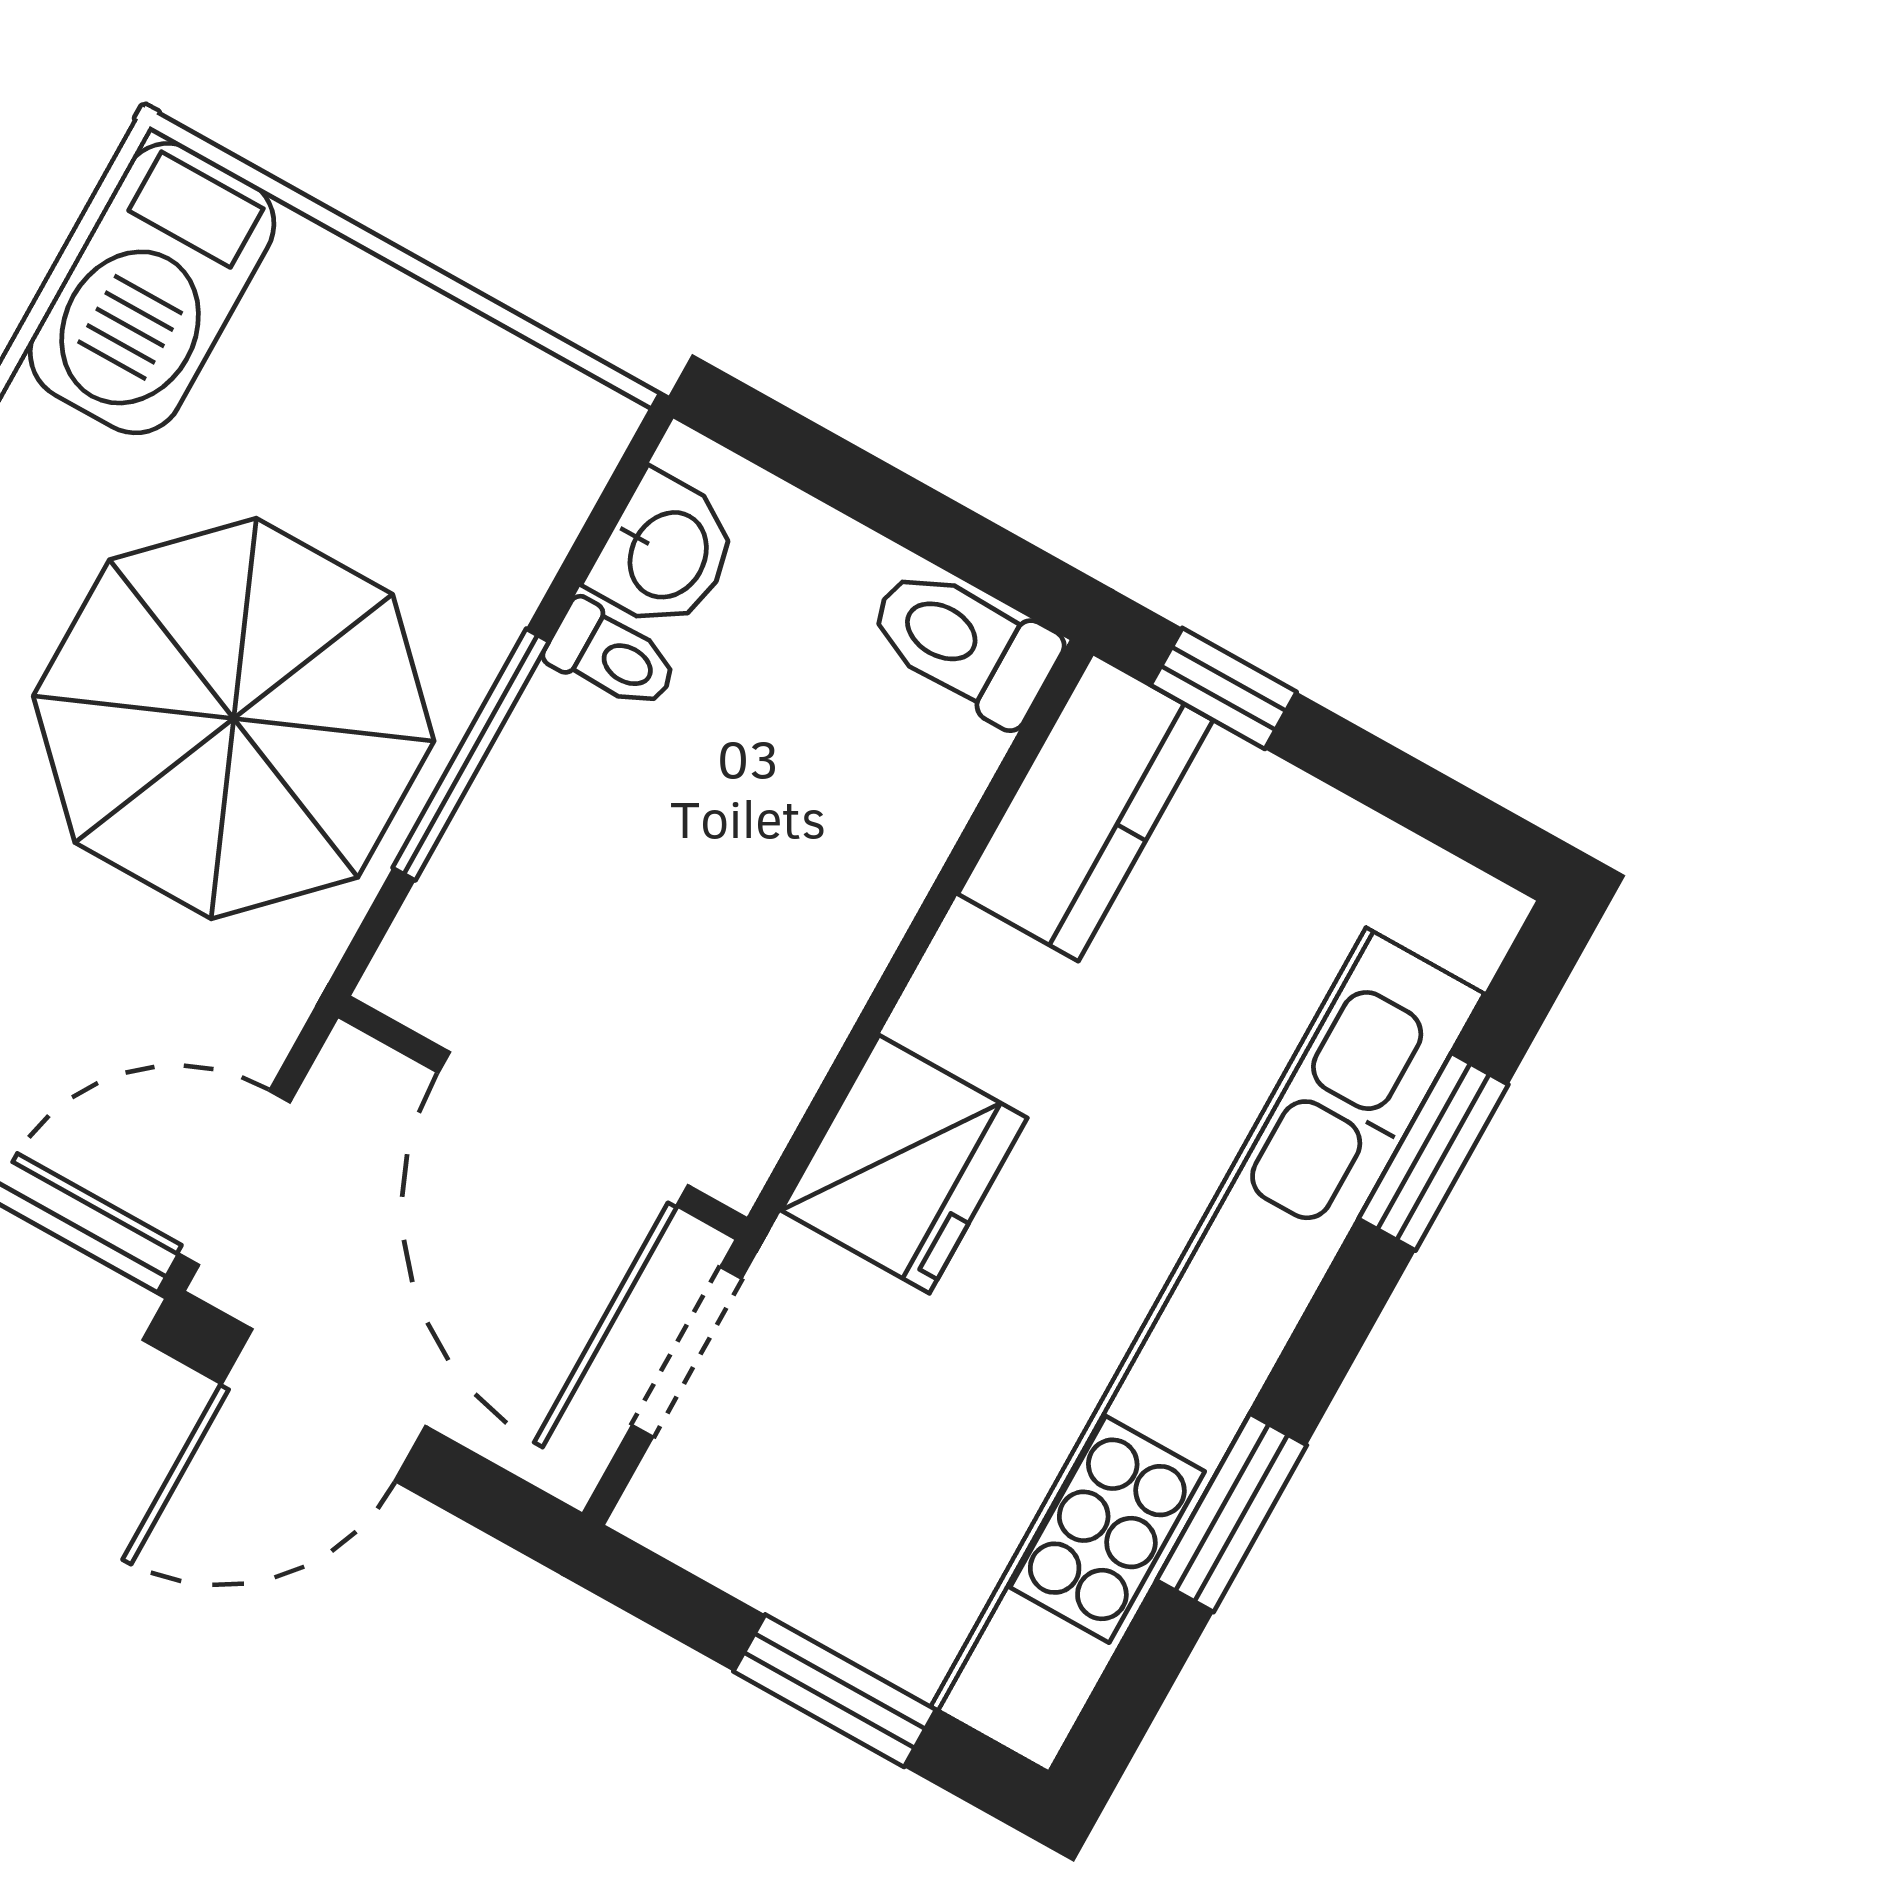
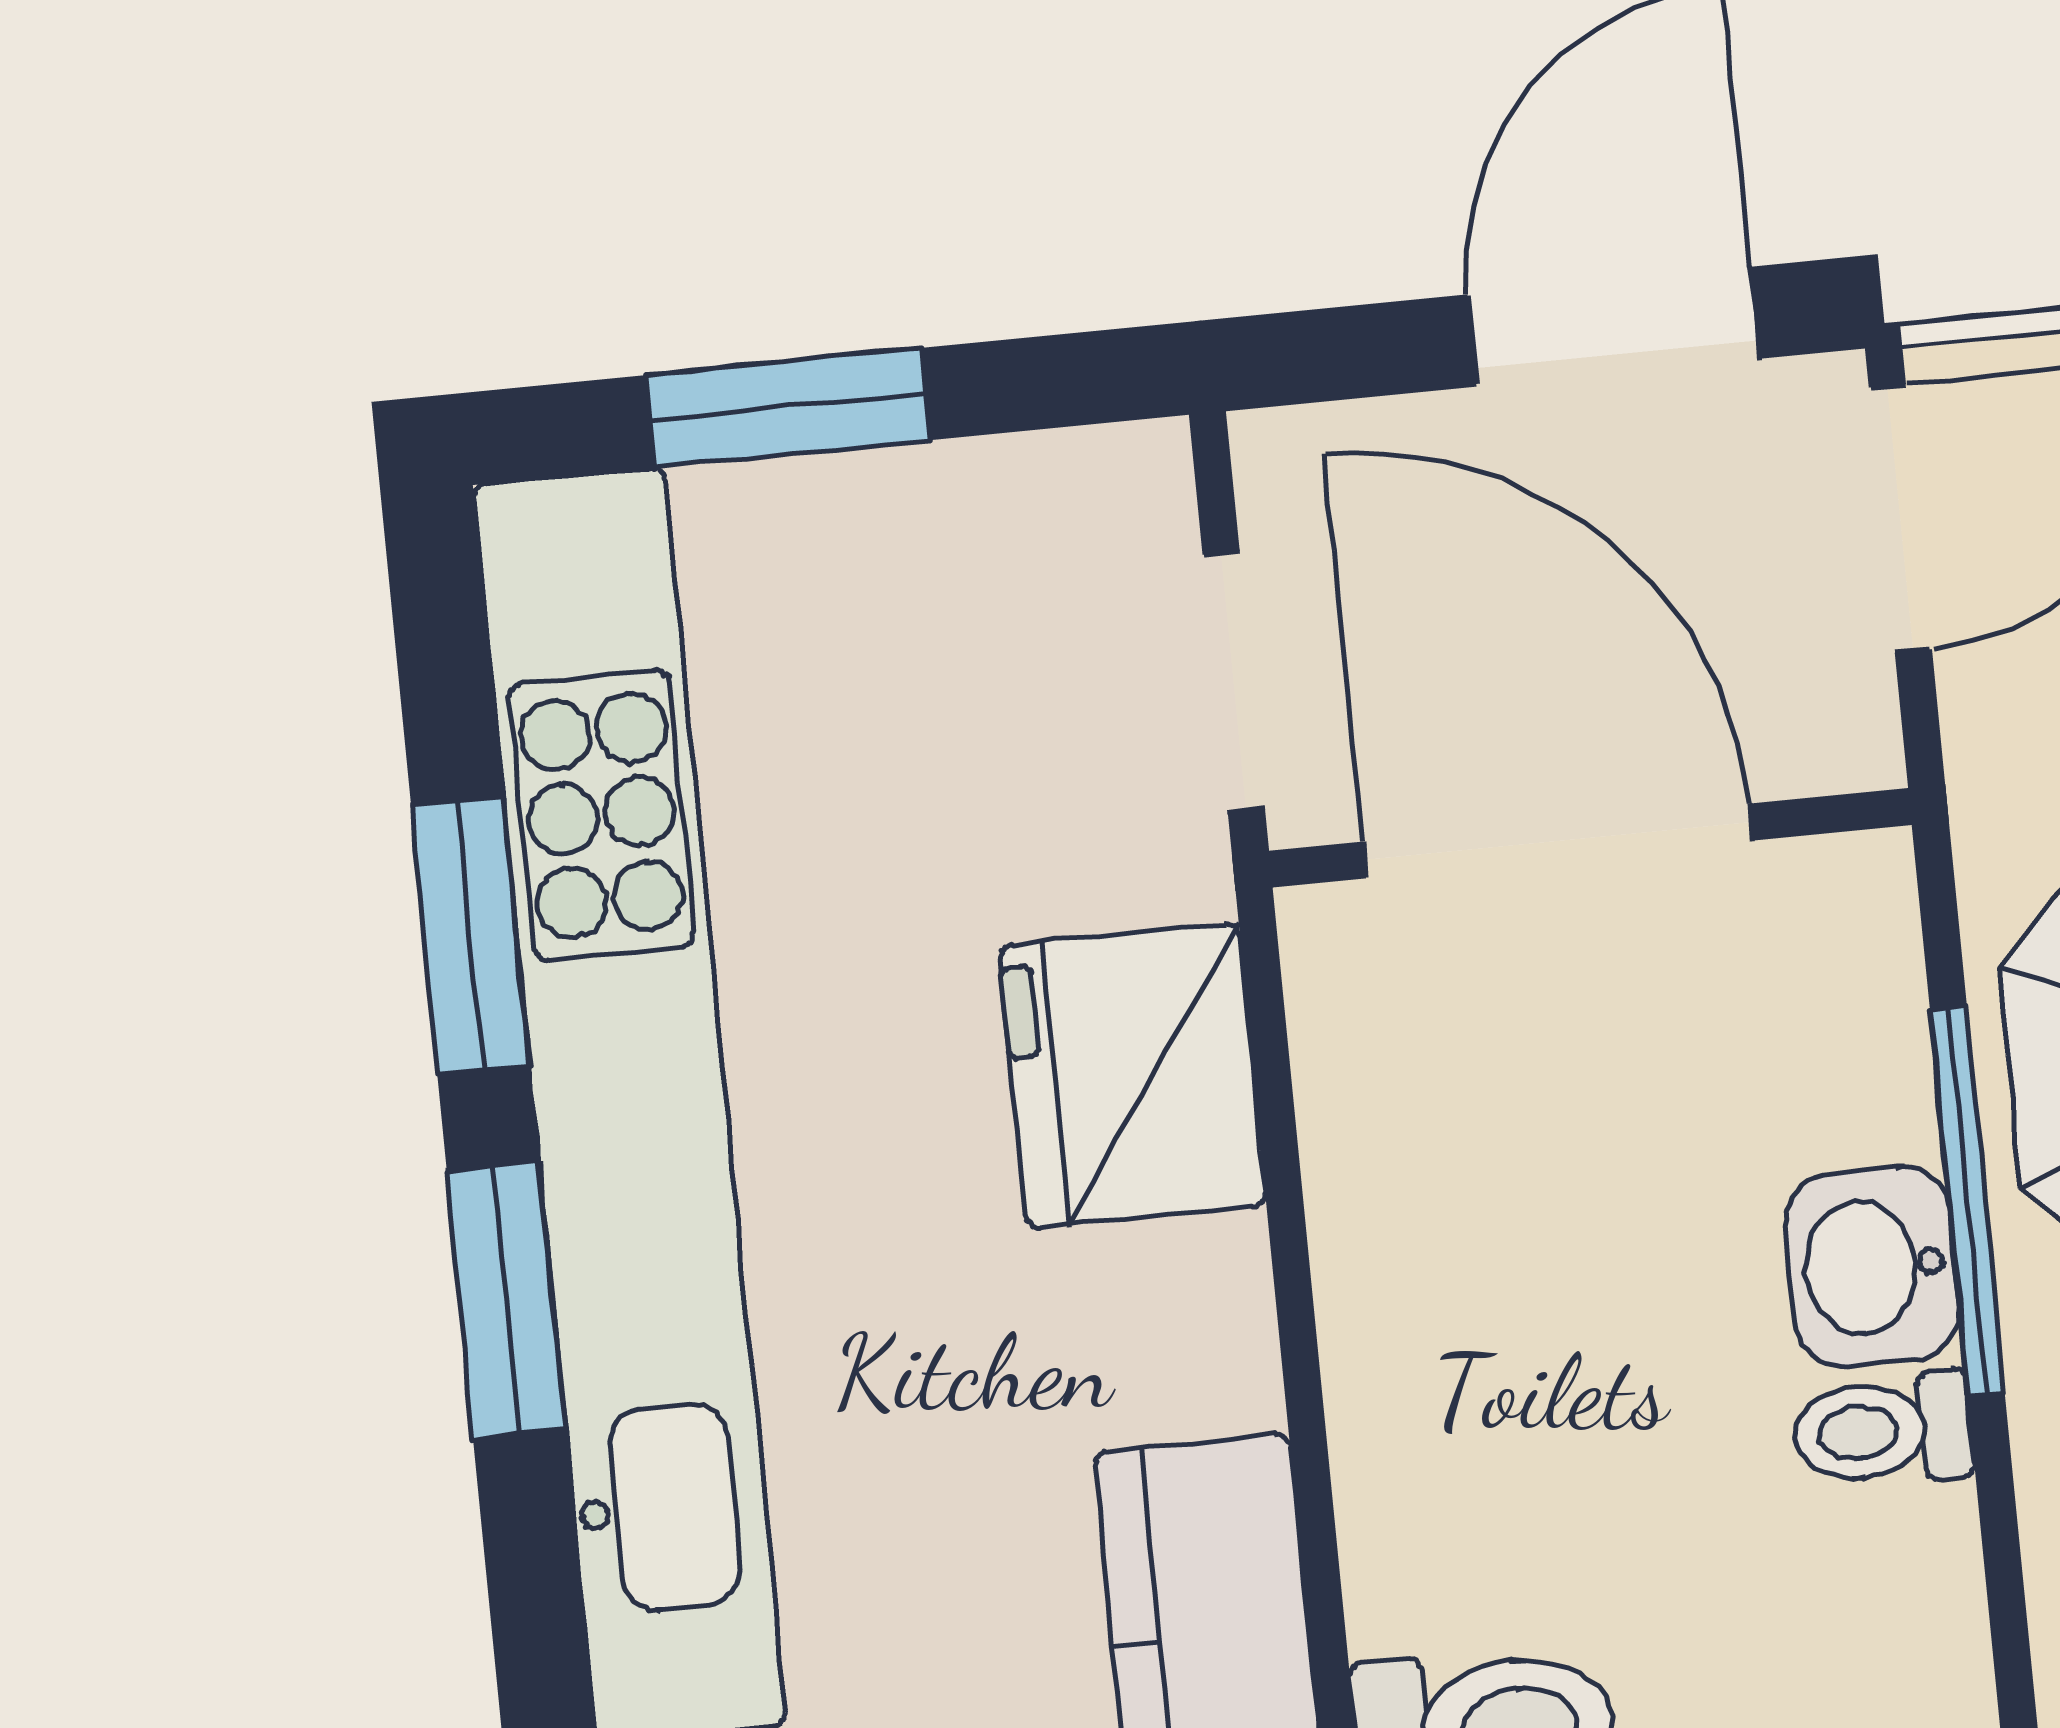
washbasin: (665, 553) -> (1872, 1266), moved
window: (1433, 1152) -> (506, 1300), moved

